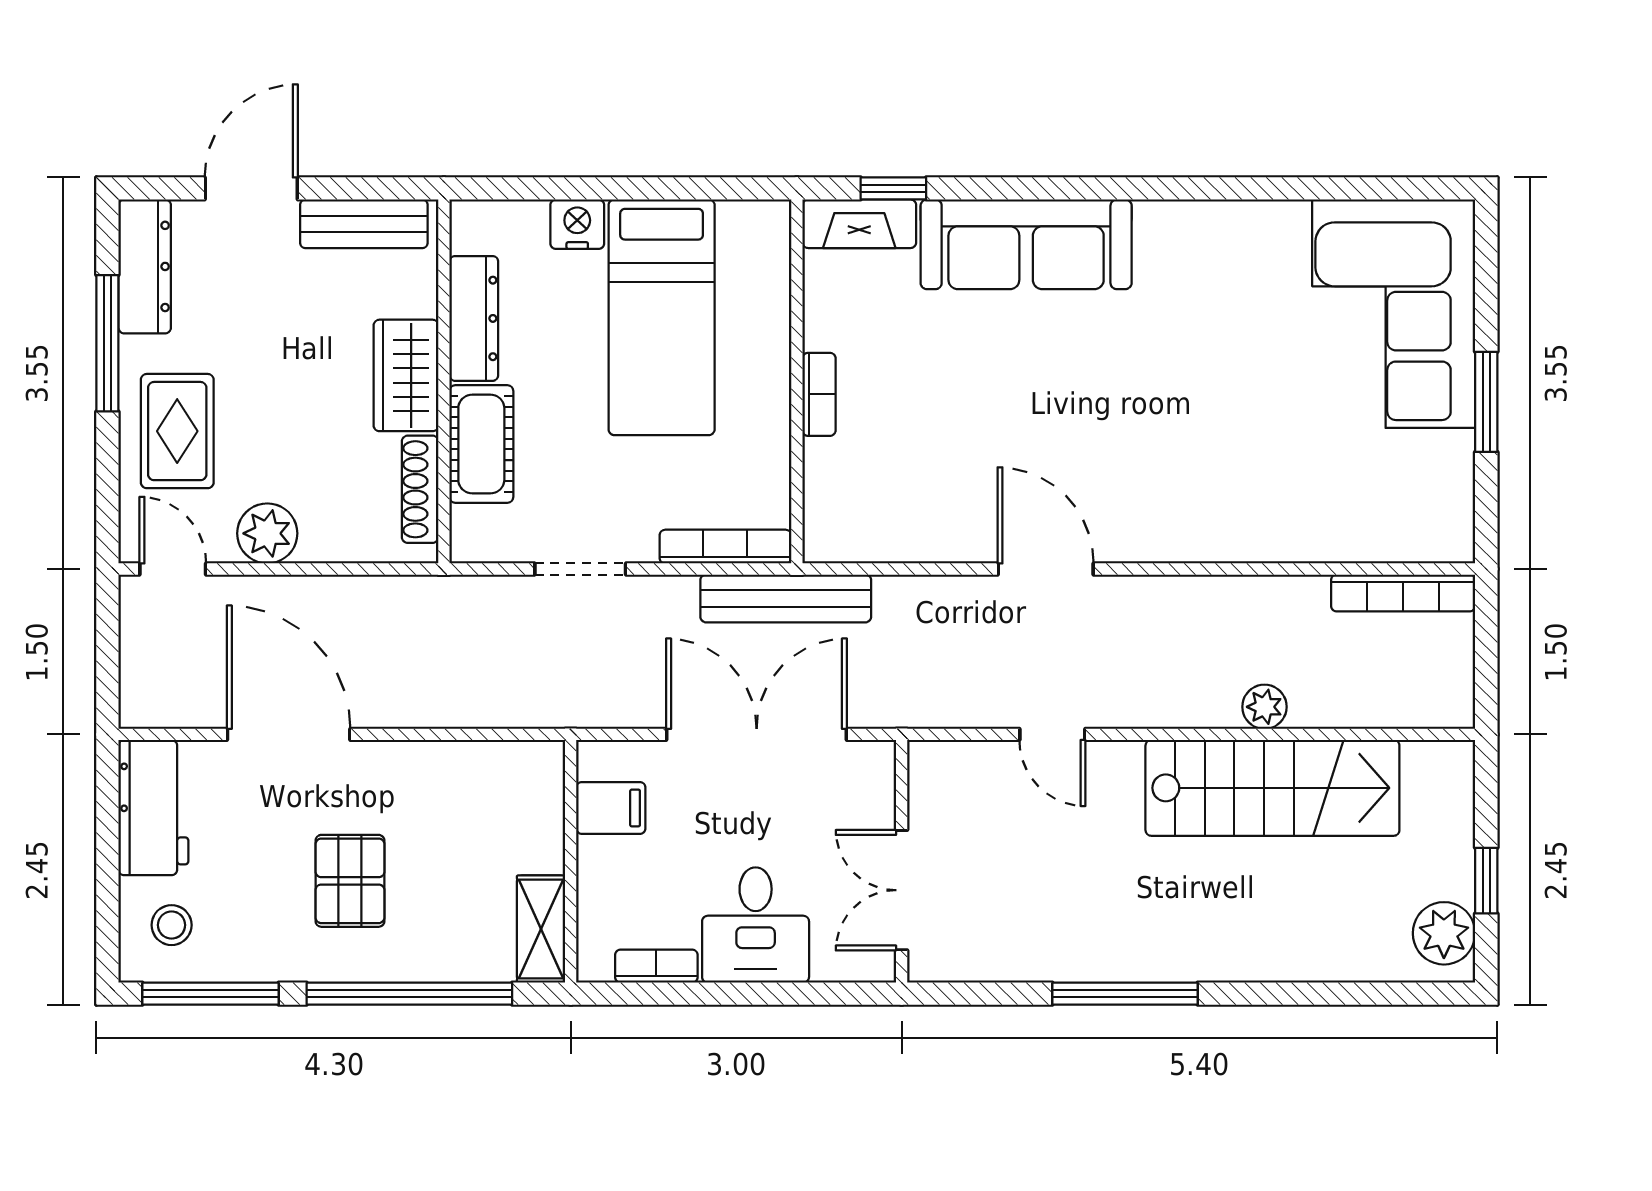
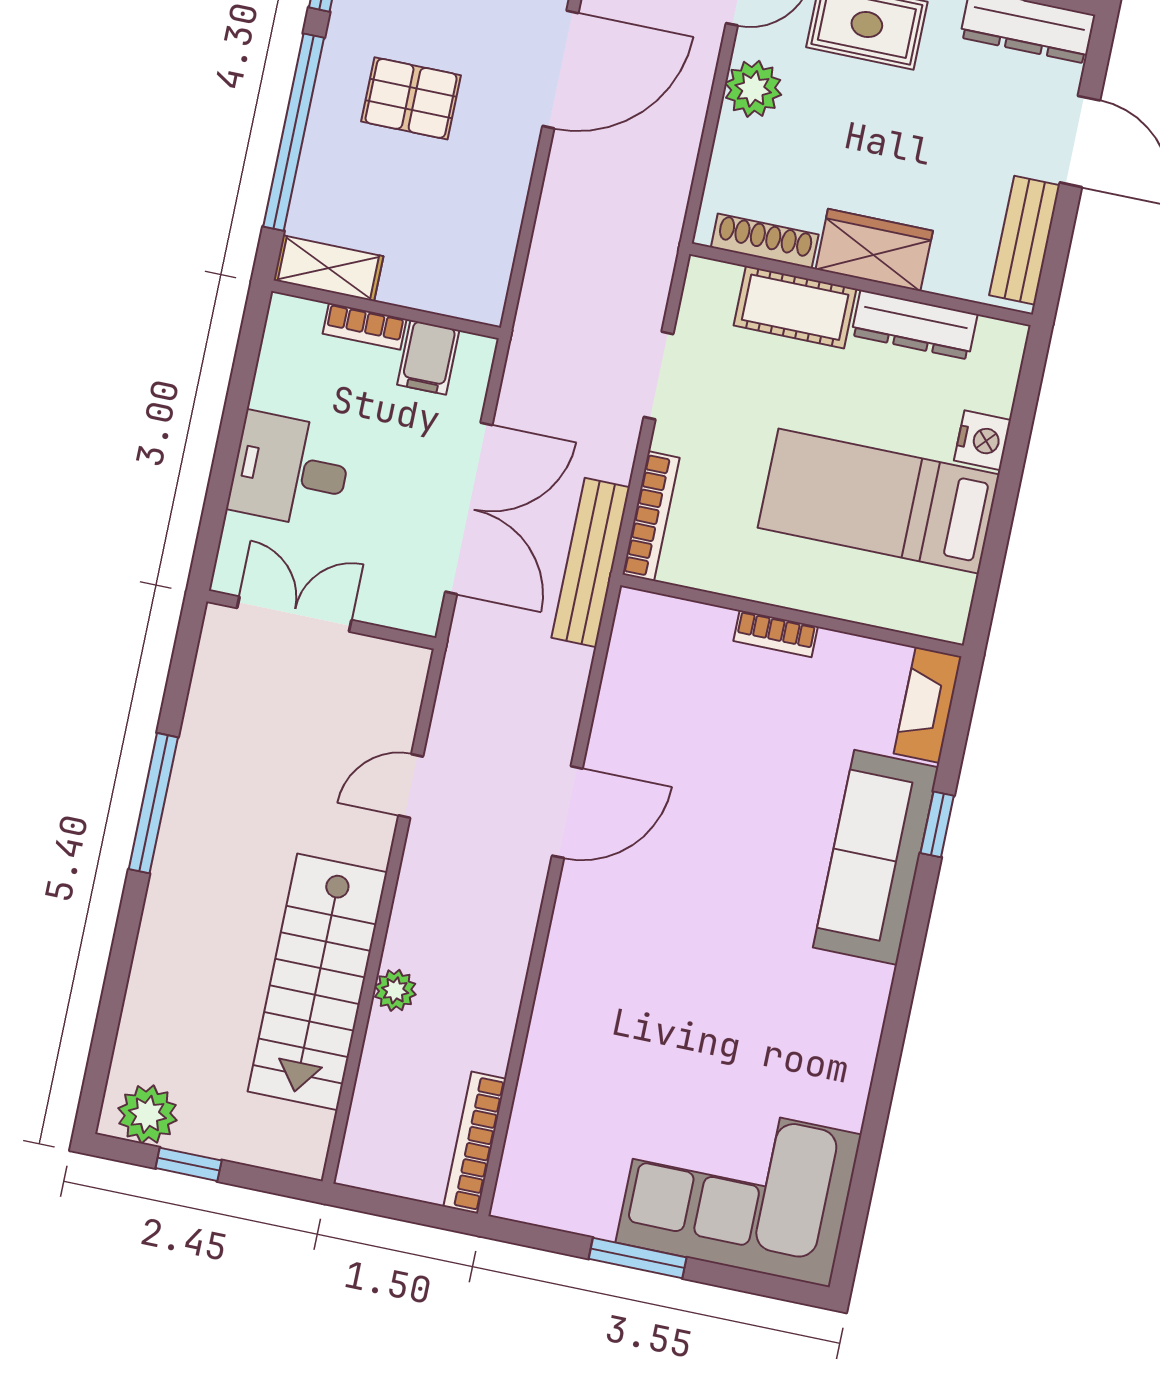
window: (893, 188) -> (937, 824), moved
bookcase: (656, 966) -> (365, 326), moved, turned 90

